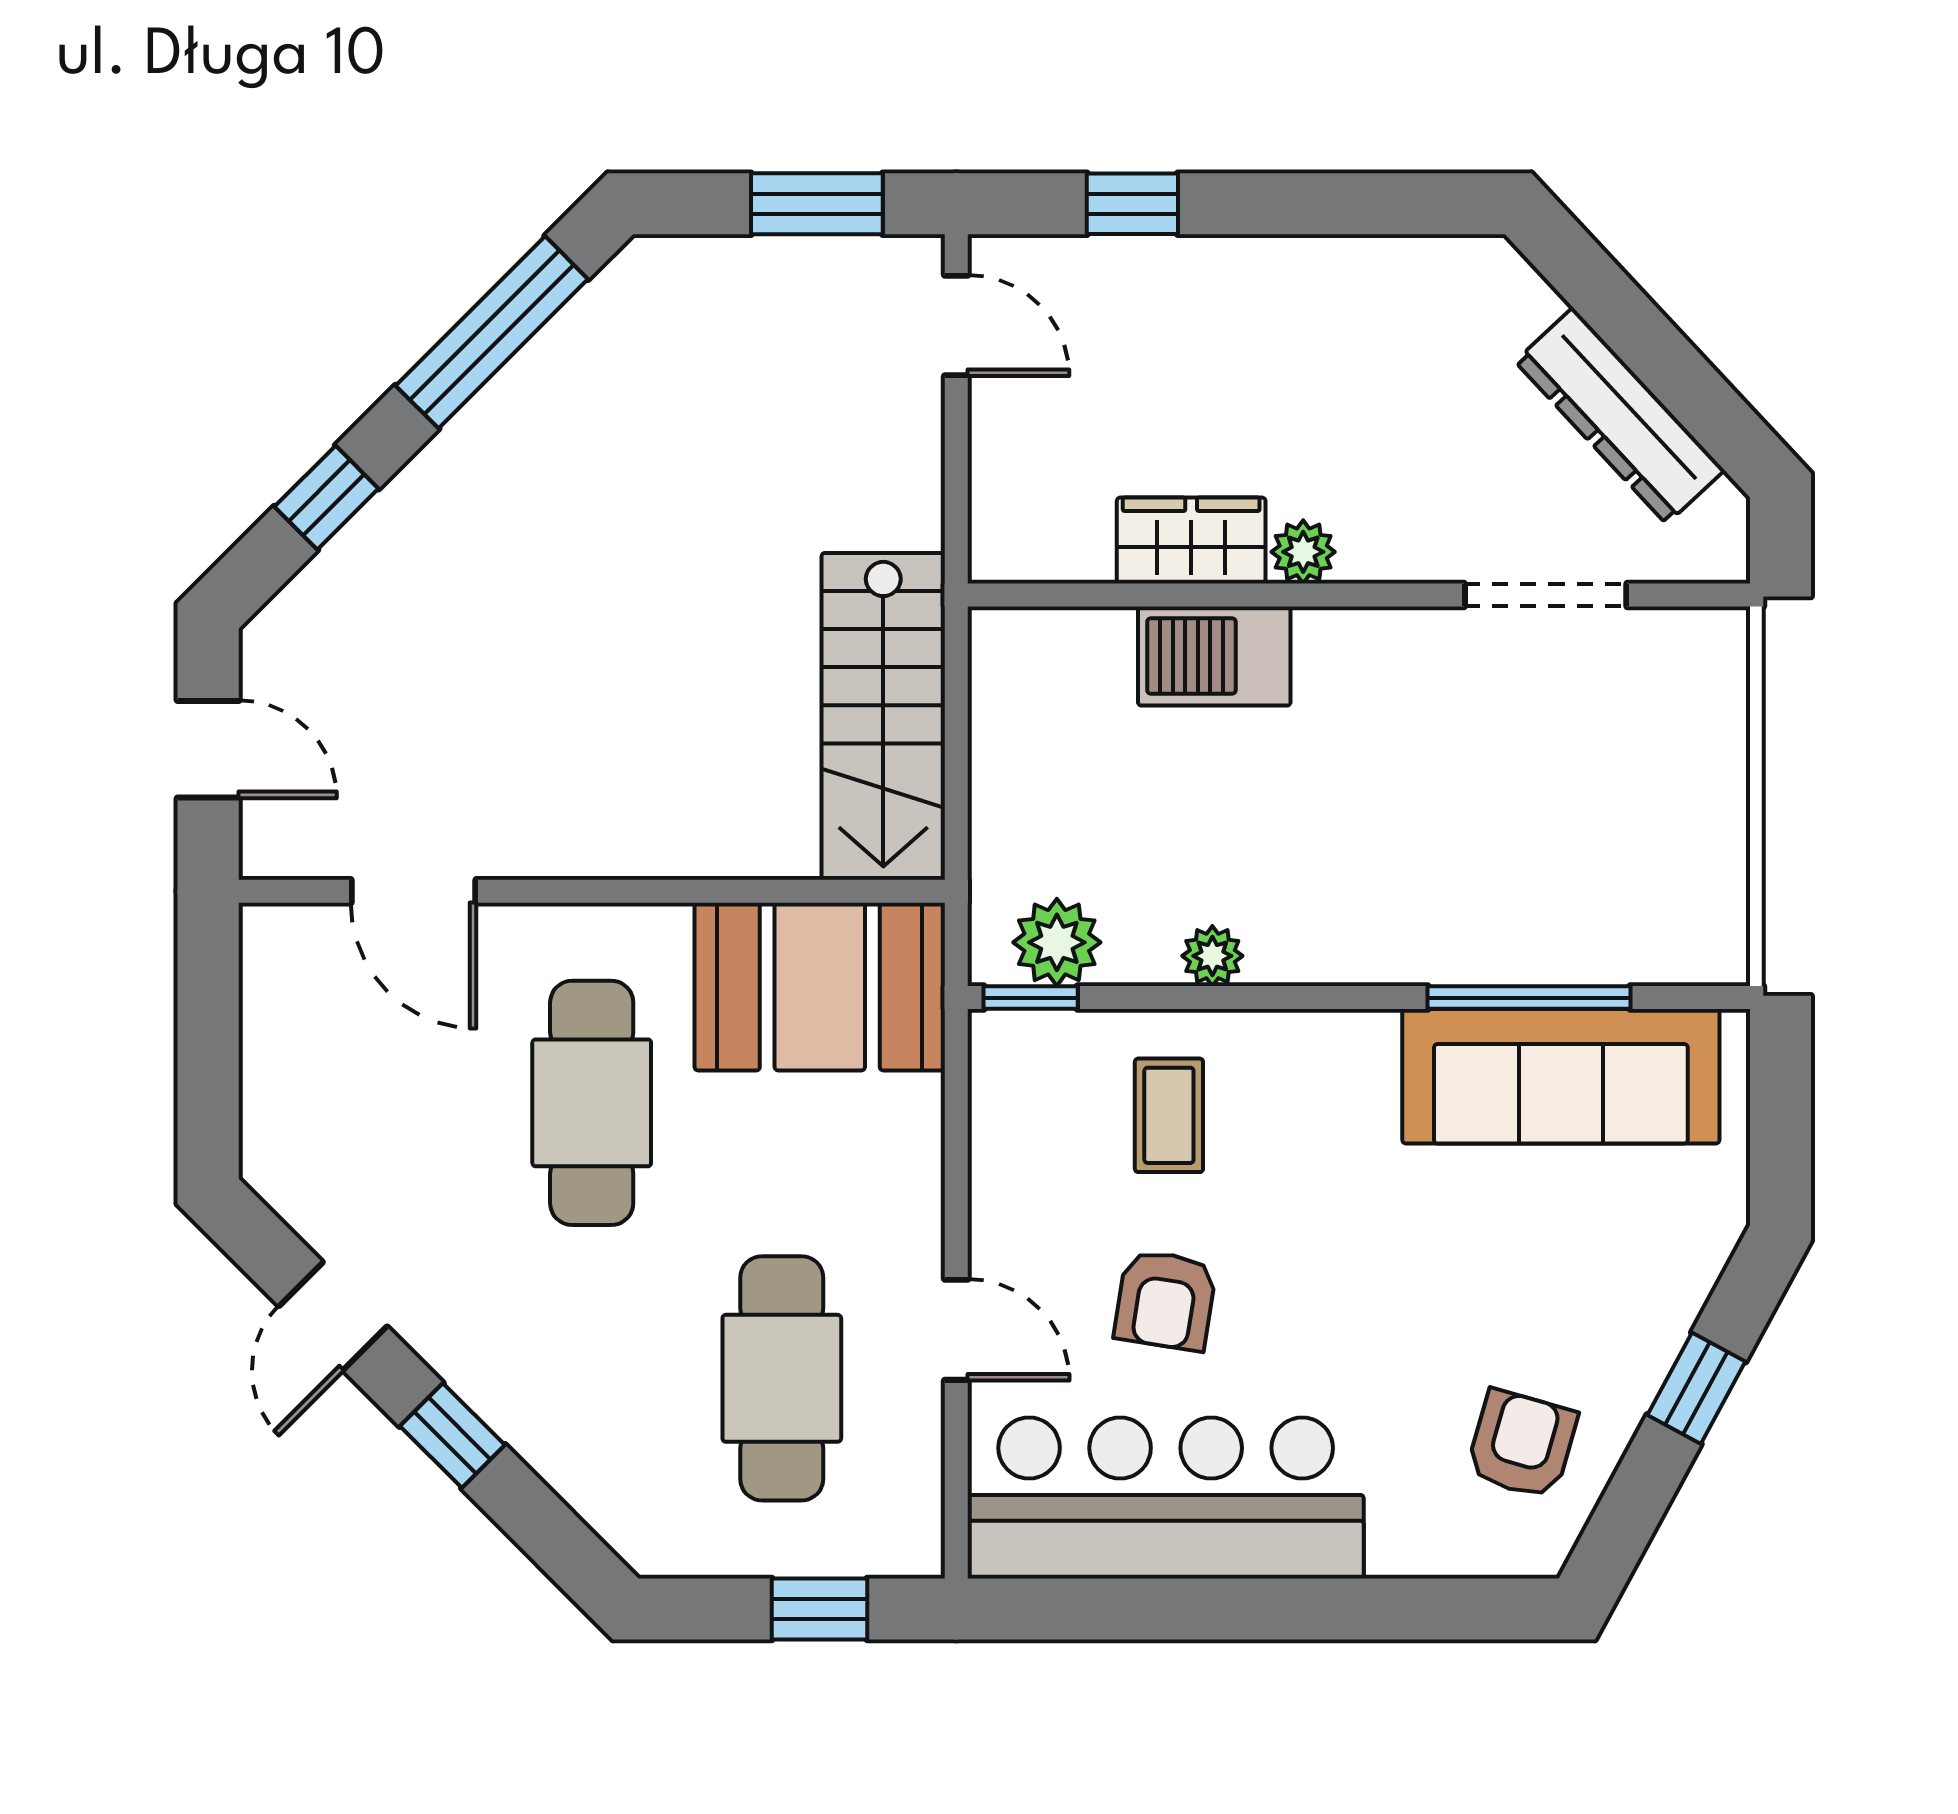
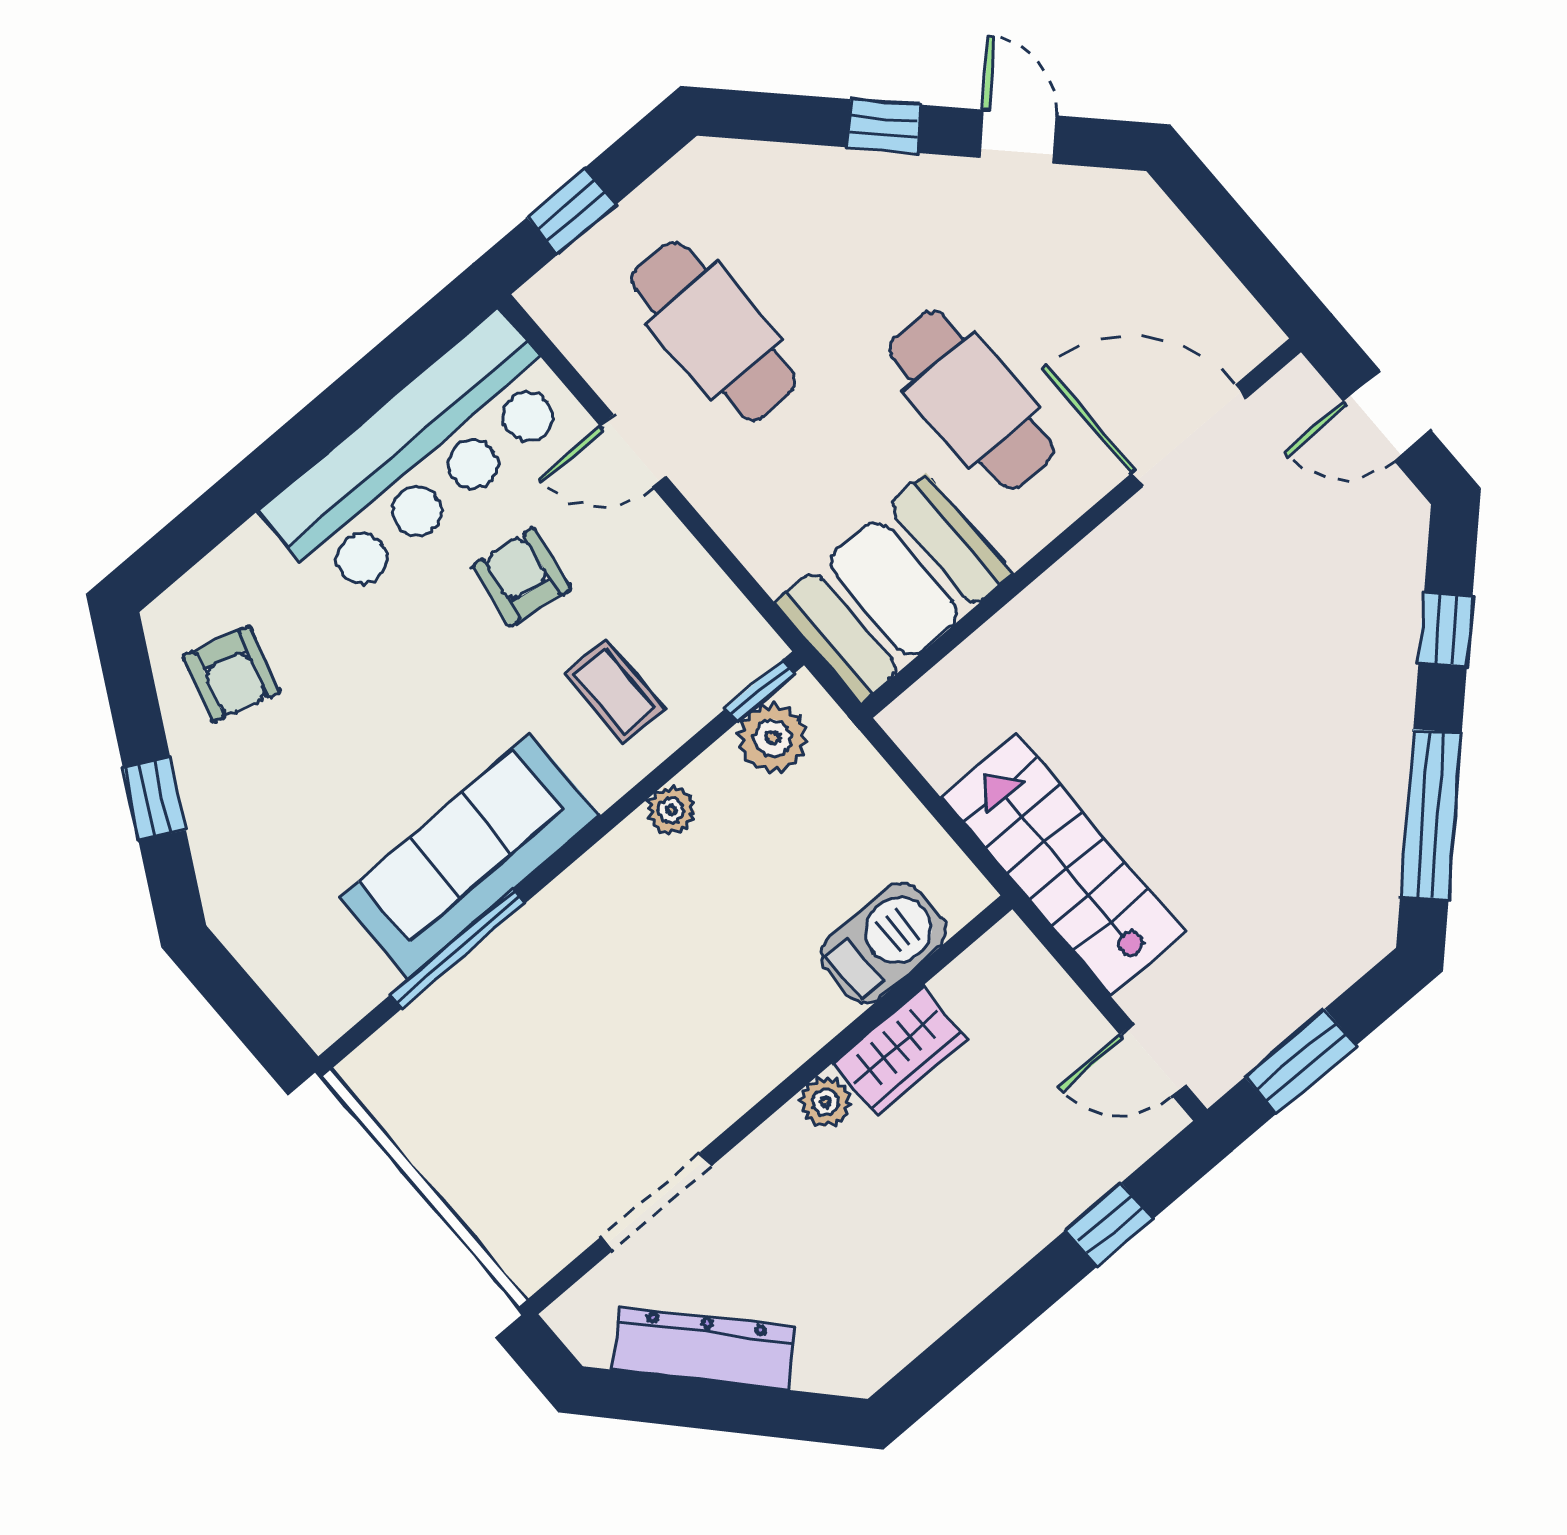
barbecue: (1214, 656) -> (884, 943), moved
stairs: (883, 716) -> (1063, 865), moved
door: (414, 891) -> (1189, 436), width x1.36
sofa: (1561, 1076) -> (470, 856), moved

